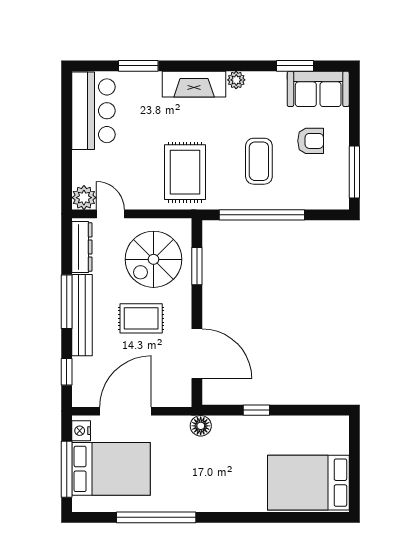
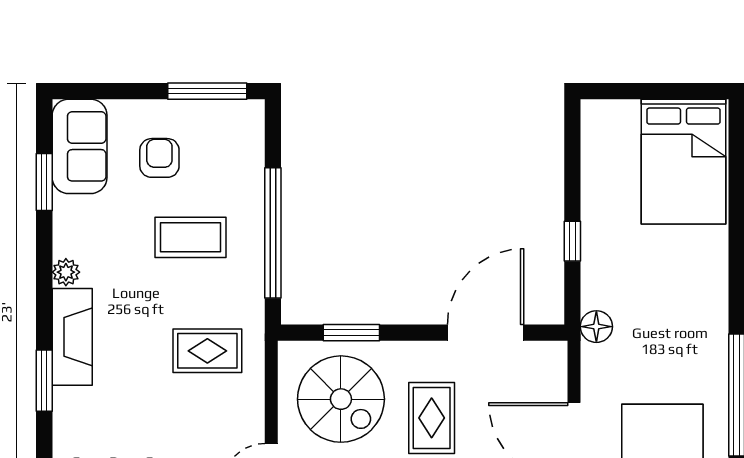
window: (138, 66) -> (44, 381), moved
rug: (185, 172) -> (207, 351), width x0.73, depth x0.70

